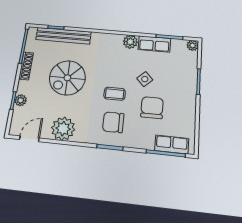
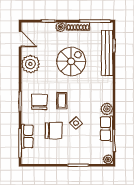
spiral stairs: (67, 78) -> (71, 61), turned 90
plant: (21, 100) -> (61, 27), moved
row of seats: (172, 144) -> (27, 136), moved

